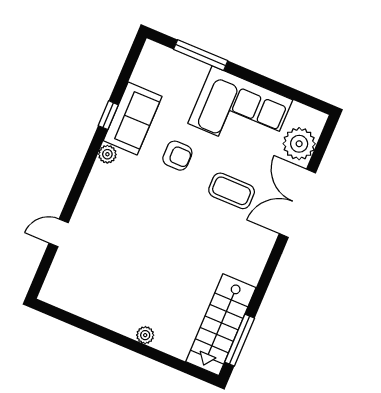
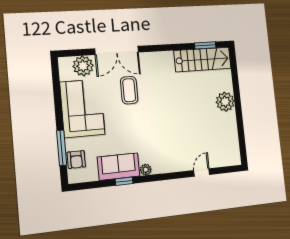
armchair: (177, 156) -> (76, 160), moved, turned 180
door: (59, 233) -> (202, 172), swing flipped
plant: (145, 335) -> (225, 102), width x1.87, depth x1.87
window: (240, 340) -> (205, 45), width x0.69

